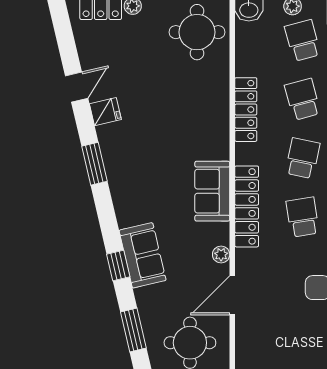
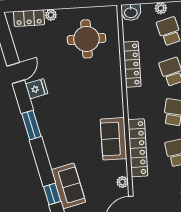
round table: (197, 32) -> (87, 39), moved
locker: (246, 110) -> (132, 64), moved

